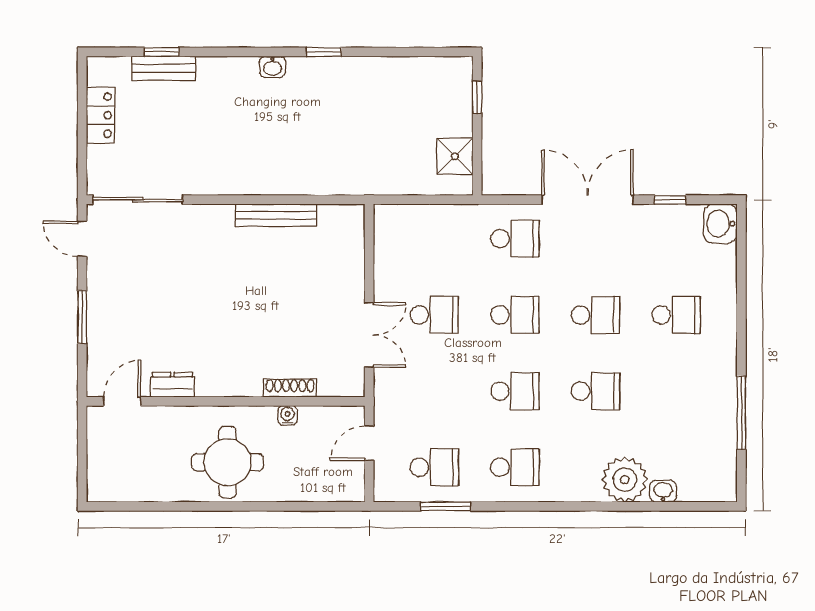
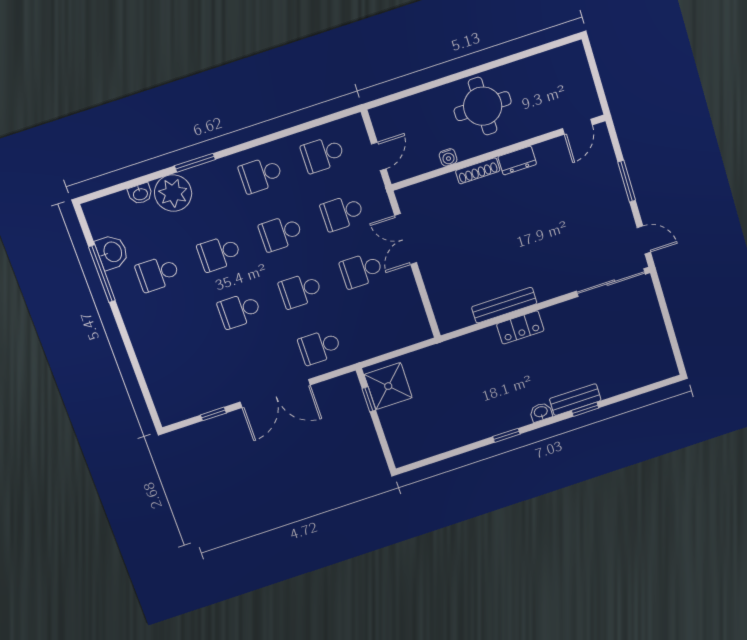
window: (162, 52) -> (585, 409), moved
bench: (164, 68) -> (575, 400), moved
window: (477, 97) -> (369, 399), moved
locker: (101, 115) -> (520, 327), moved, turned -90
shower: (455, 156) -> (388, 386), width x1.36, depth x1.36
washbasin: (720, 224) -> (112, 252), moved
school desk: (676, 315) -> (158, 274), moved
dresser: (172, 385) -> (517, 161), moved
shoe rack: (290, 388) -> (478, 171), moved
school desk: (434, 391) -> (342, 213), added
window: (446, 506) -> (195, 163), moved

